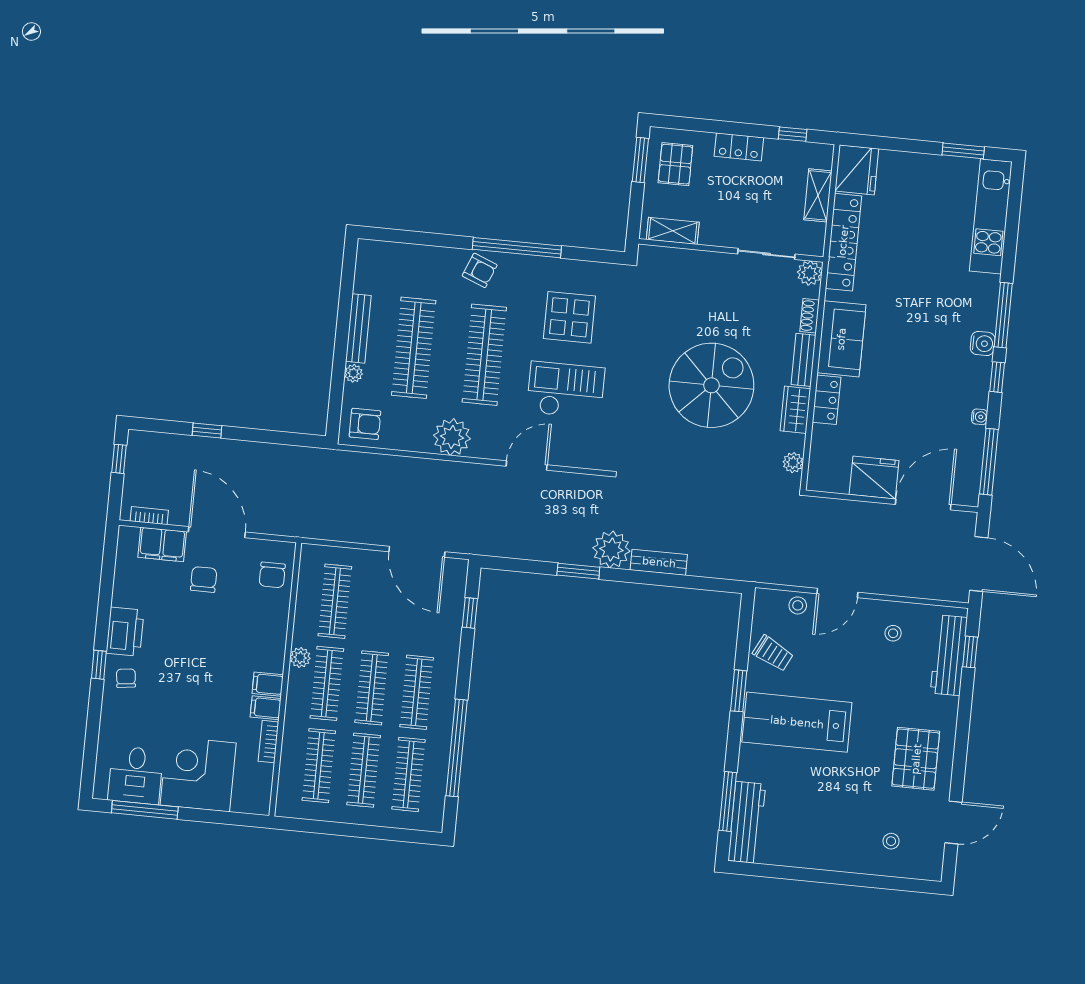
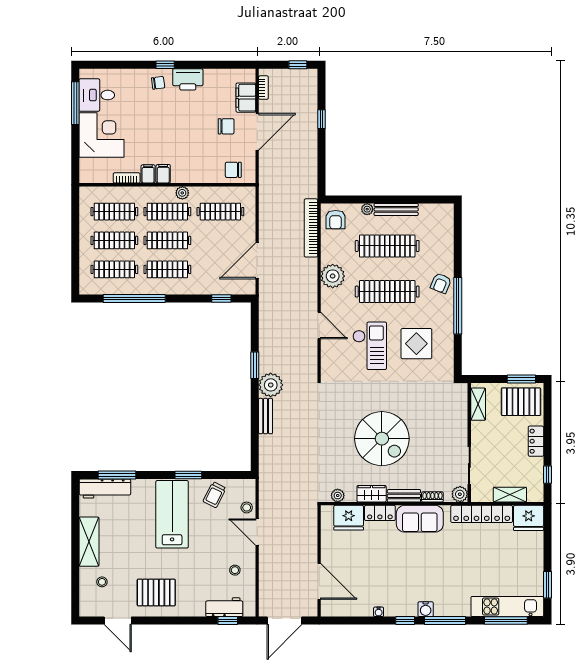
pallet: (675, 164) -> (521, 402), width x1.50, depth x1.42
window: (989, 462) -> (506, 621), moved
bookcase: (374, 463) -> (311, 228), added
fridge: (874, 478) -> (349, 518), moved, turned 90
workbench: (949, 655) -> (224, 607), width x0.73
shelving: (827, 855) -> (89, 542), added

